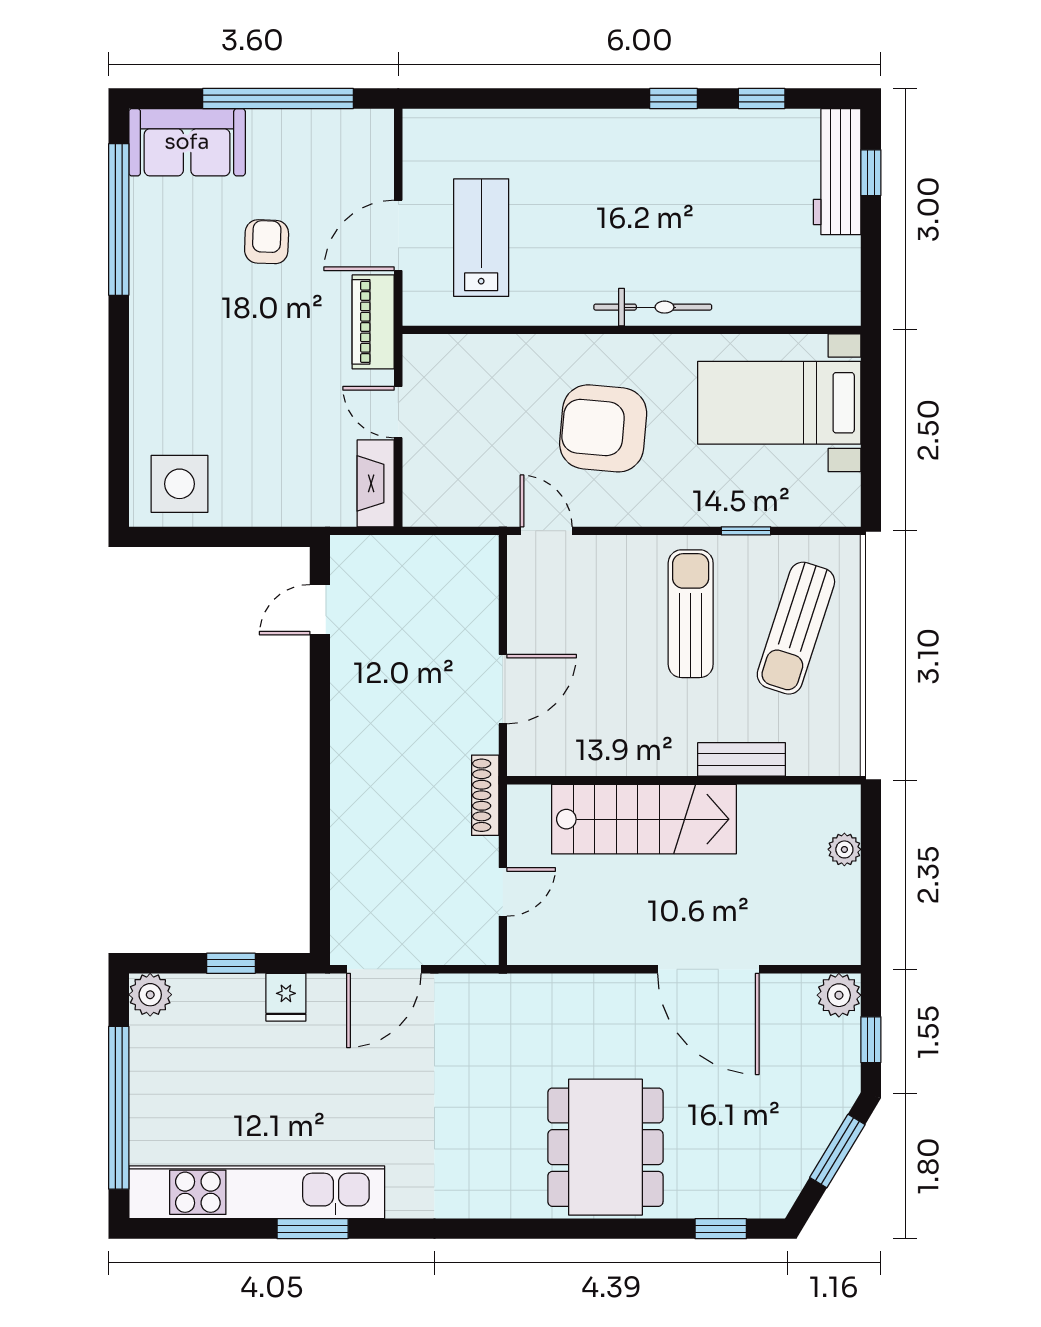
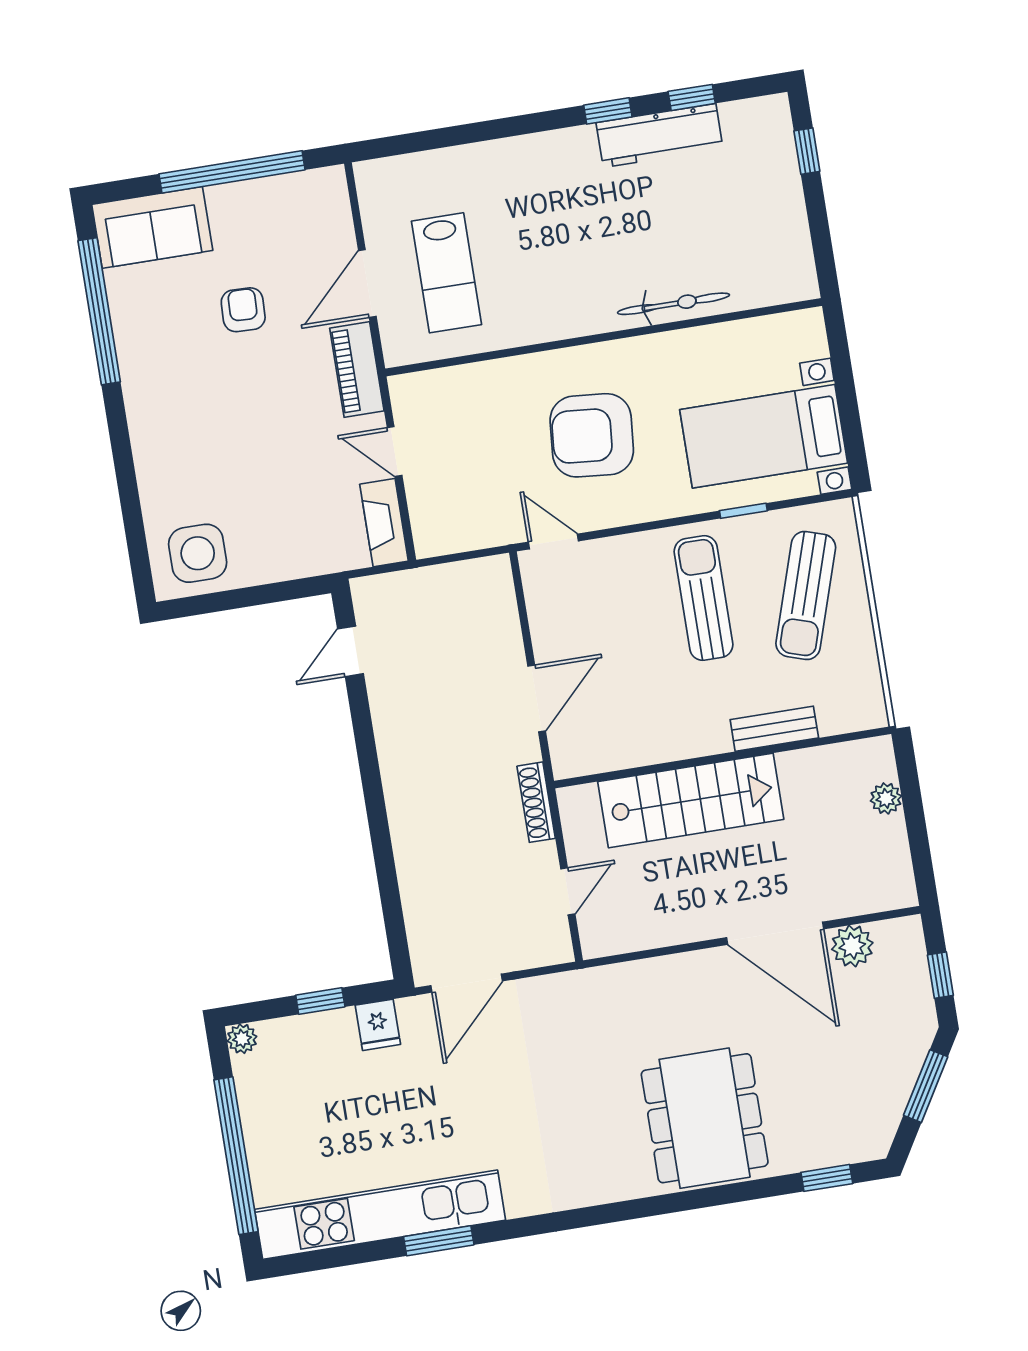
workbench: (837, 172) -> (659, 136), moved, turned -90
lab bench: (481, 238) -> (447, 273), turned 180
bicycle: (653, 307) -> (673, 304), moved
bed with nightstands: (779, 403) -> (764, 436), moved
plant: (150, 995) -> (242, 1039), width x0.73, depth x0.73
plant: (839, 995) -> (852, 946), moved

